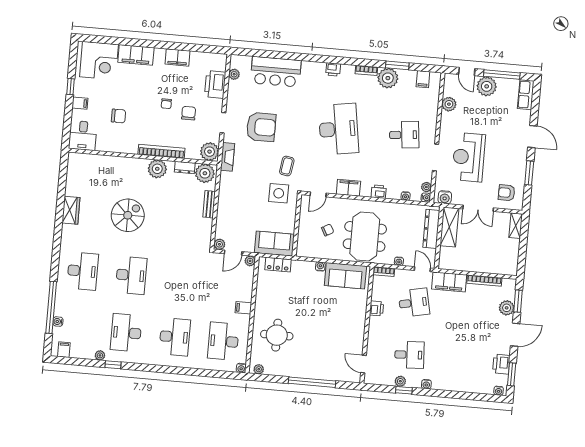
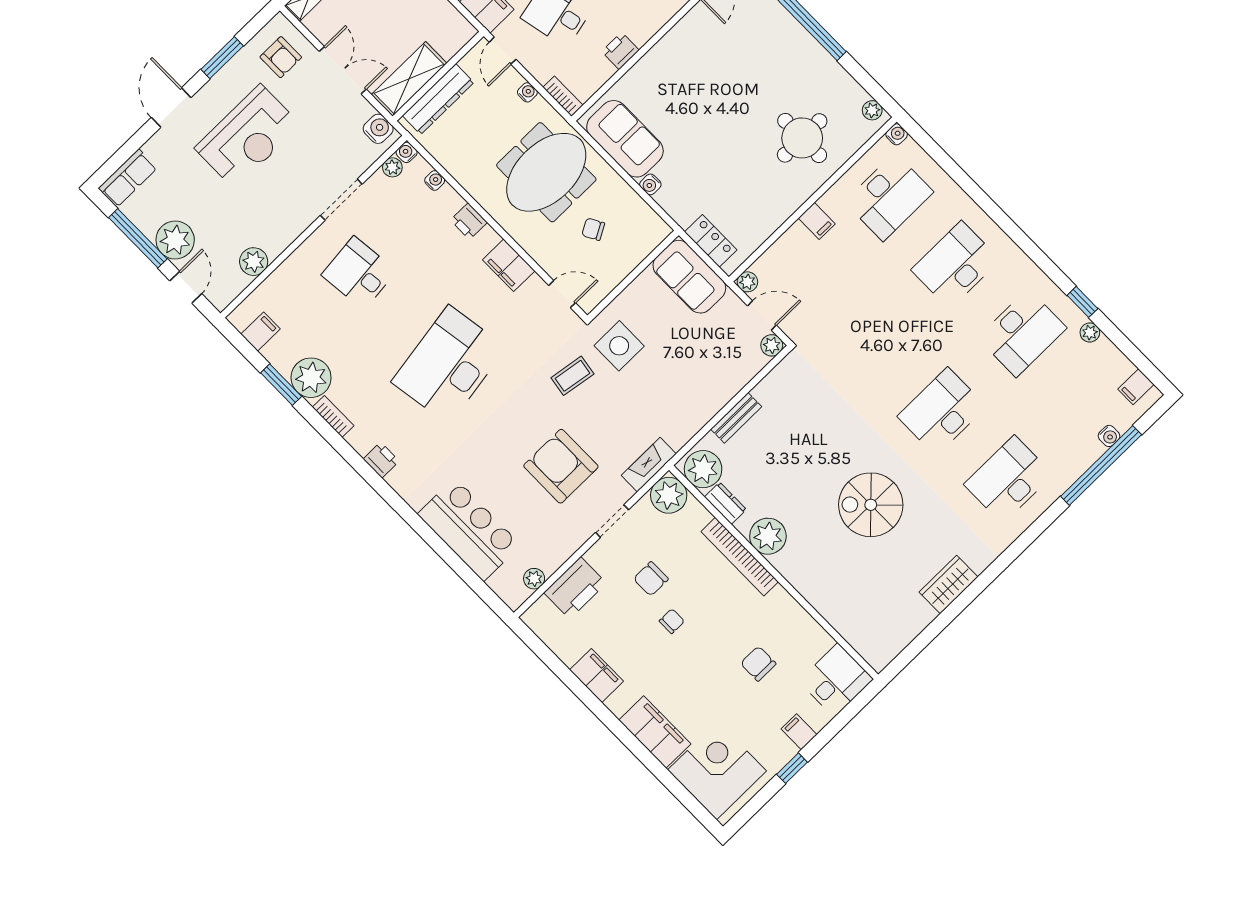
reception desk: (469, 157) -> (248, 137), moved

